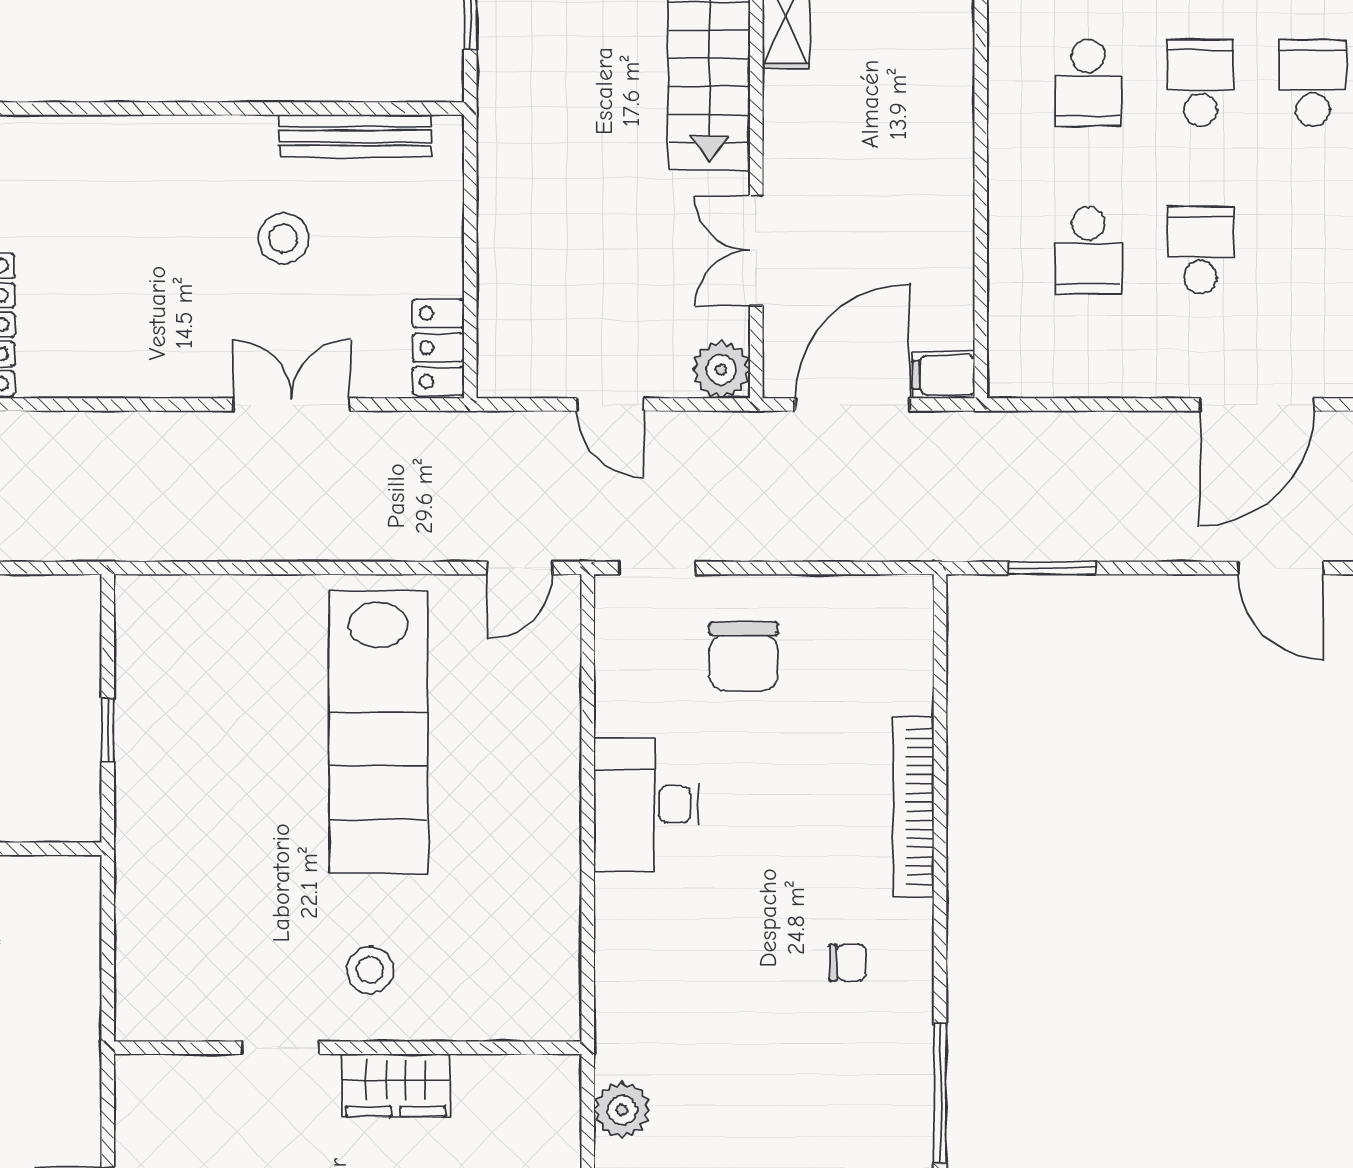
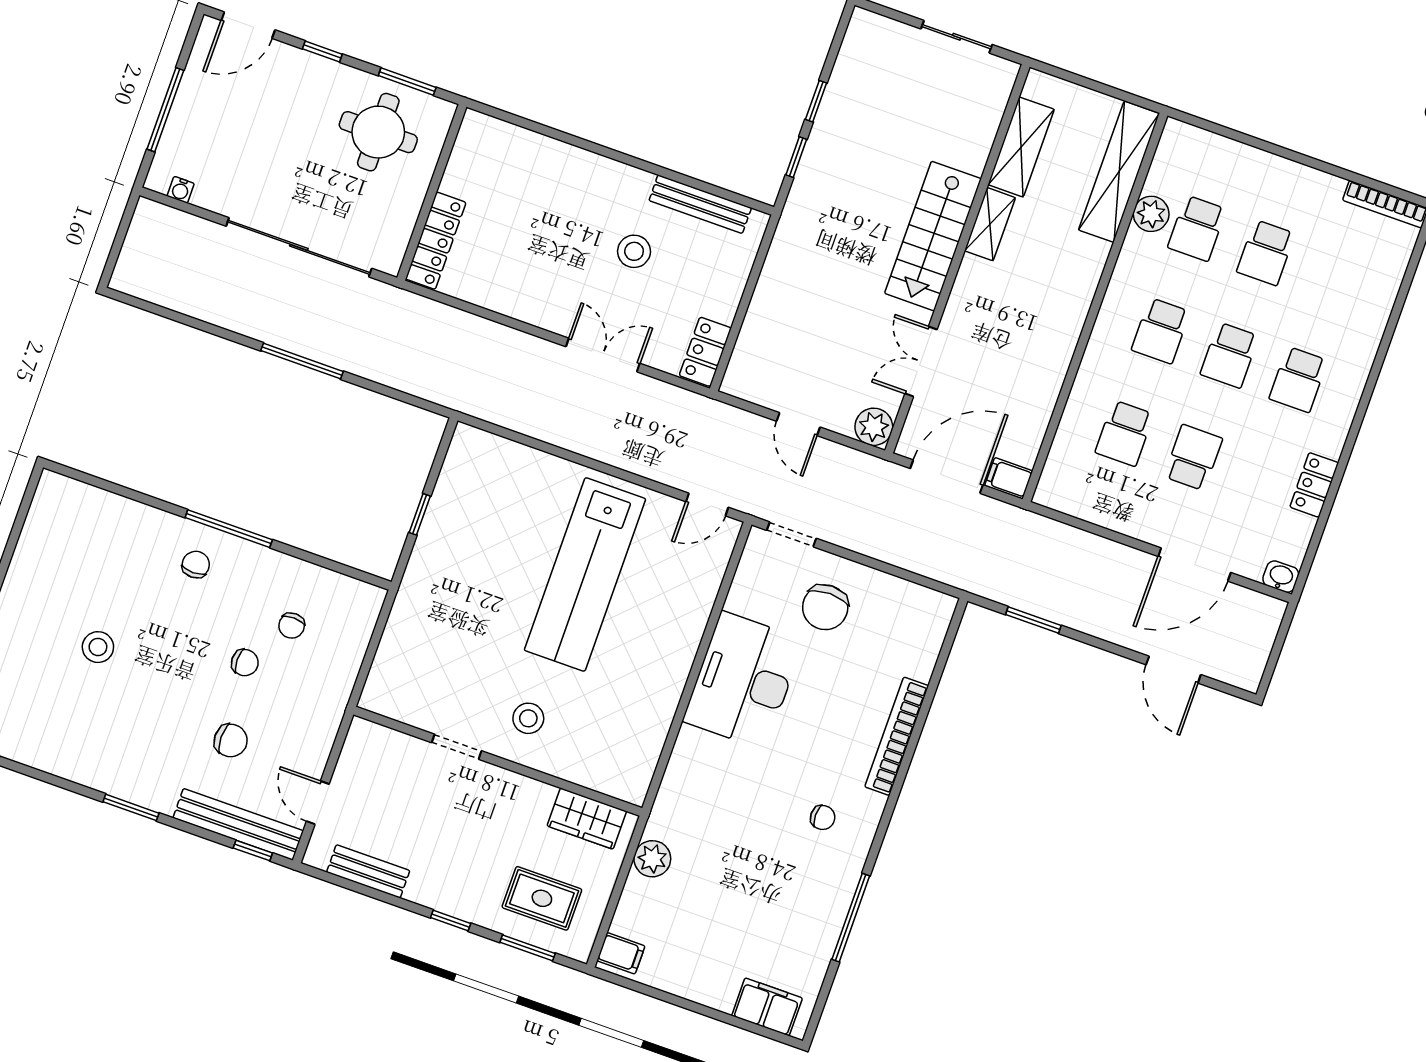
school desk: (1200, 83) -> (1230, 355), turned 180
school desk: (1313, 83) -> (1298, 379), turned 180
desk: (646, 804) -> (743, 680), width x1.36, depth x1.30
wardrobe: (396, 1085) -> (587, 819), moved

